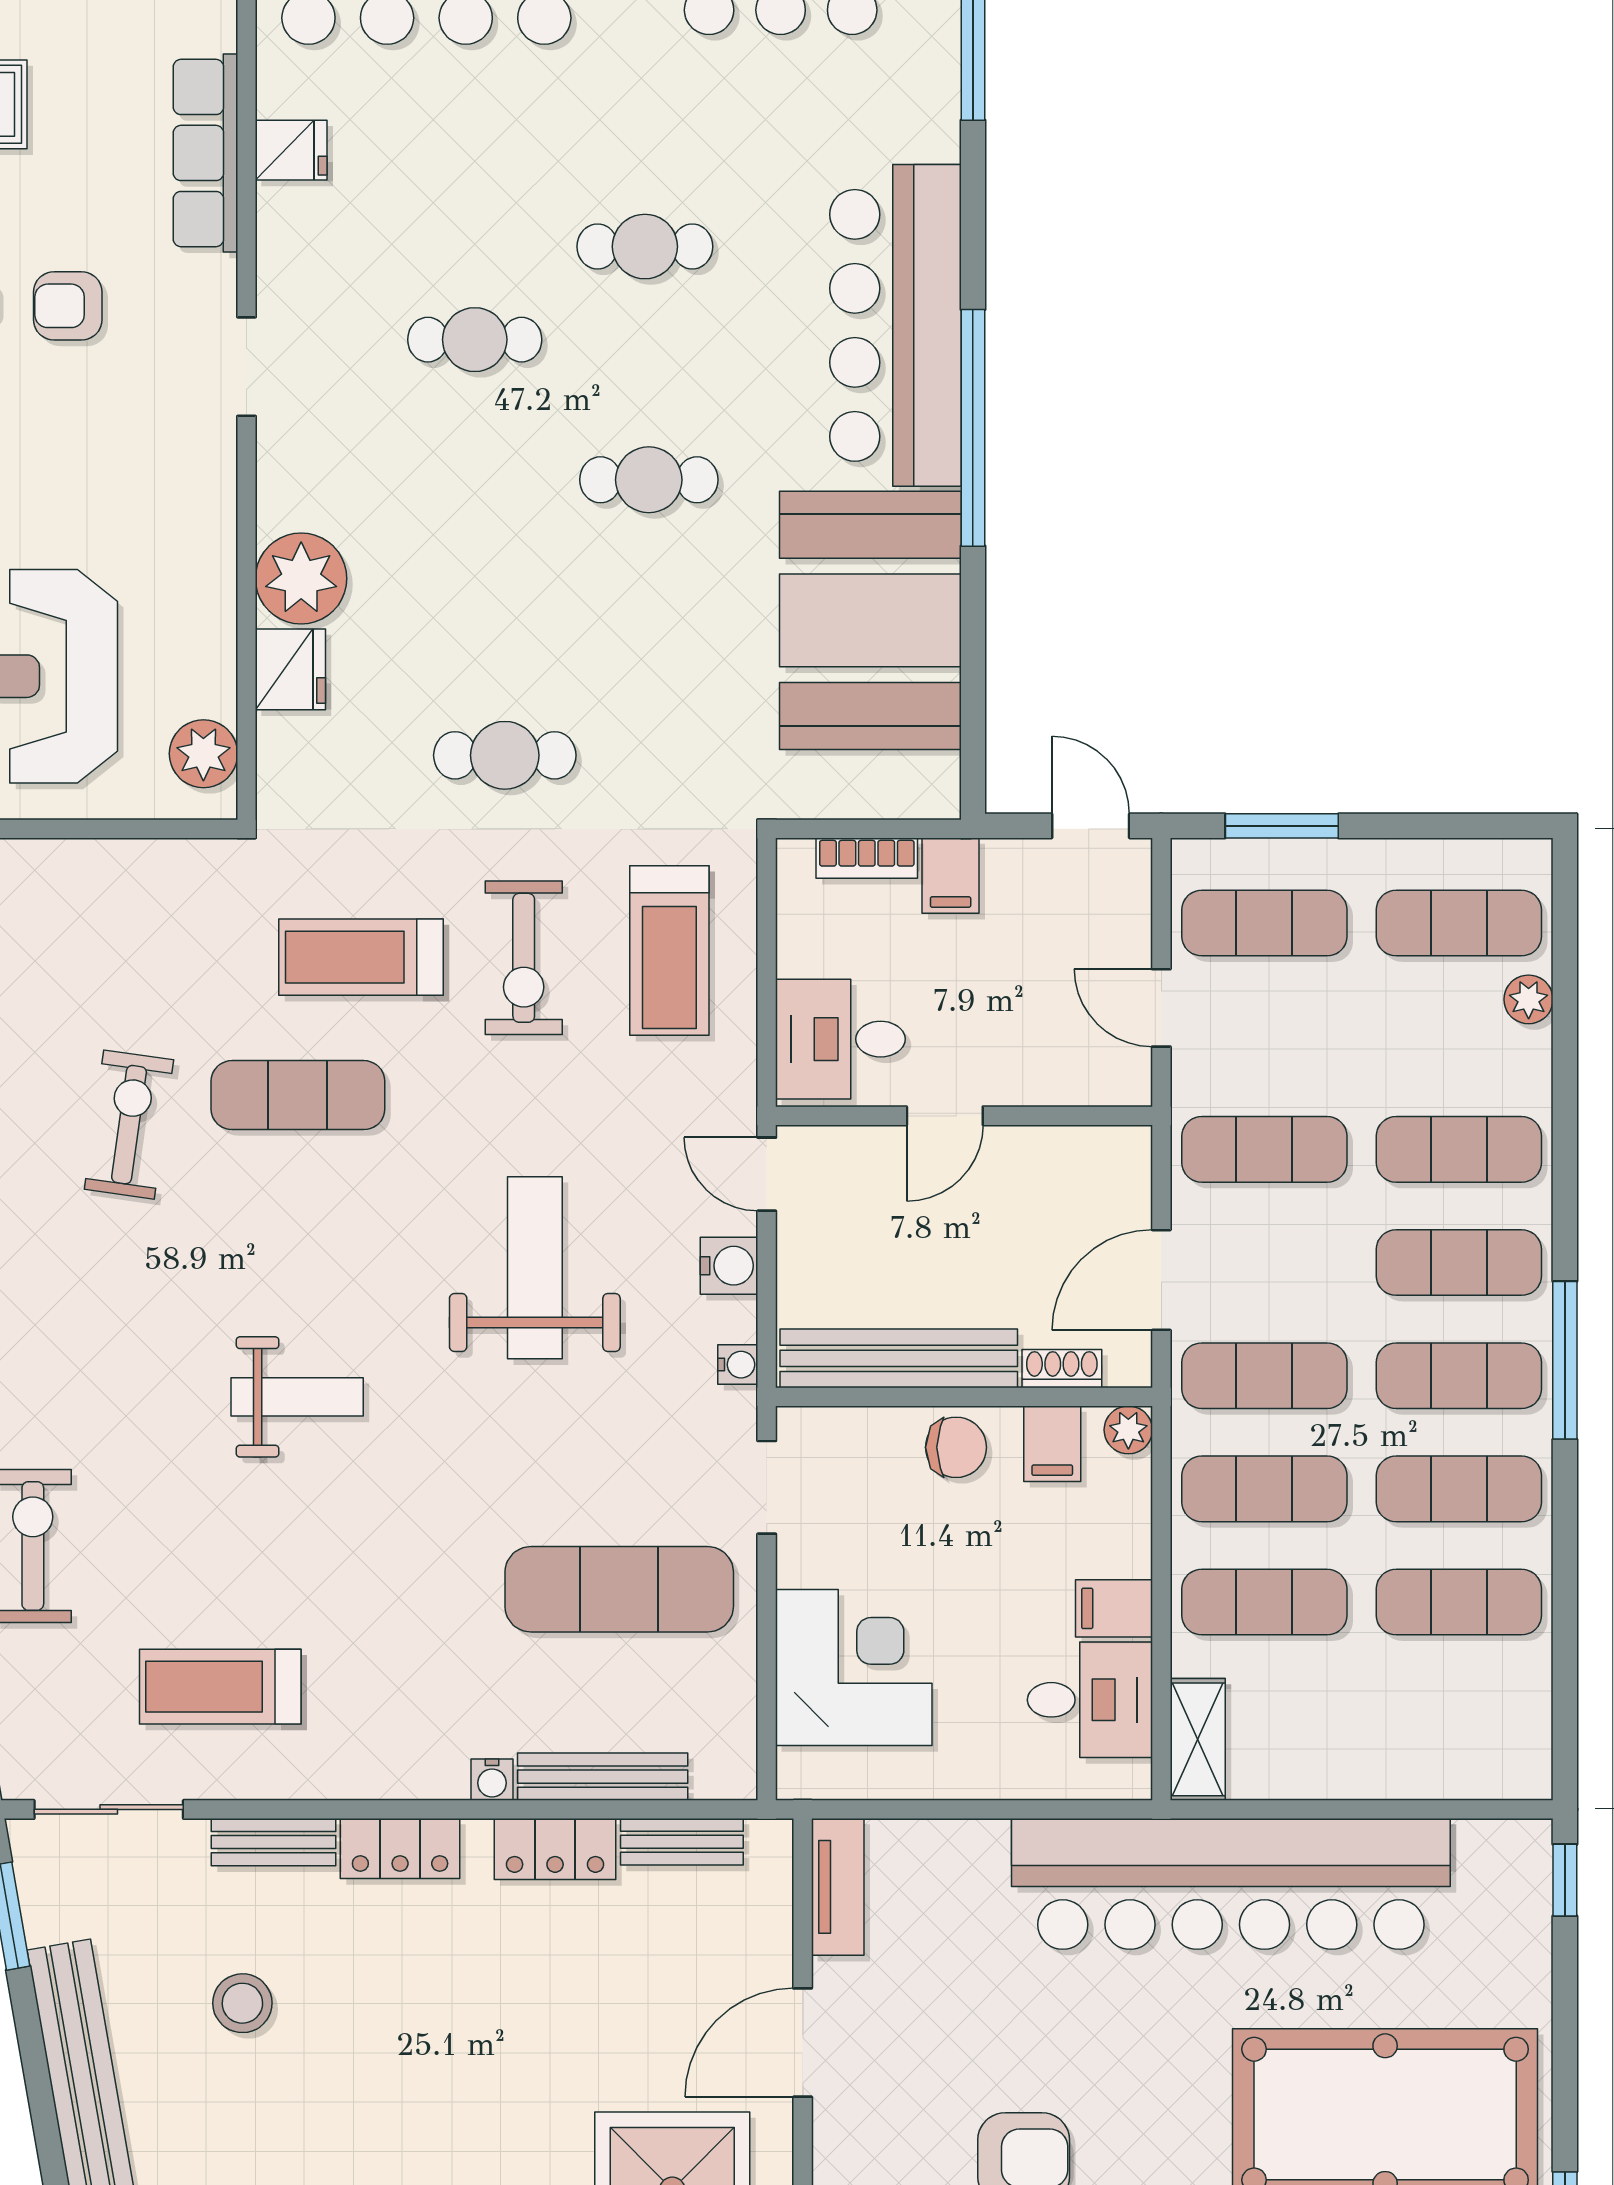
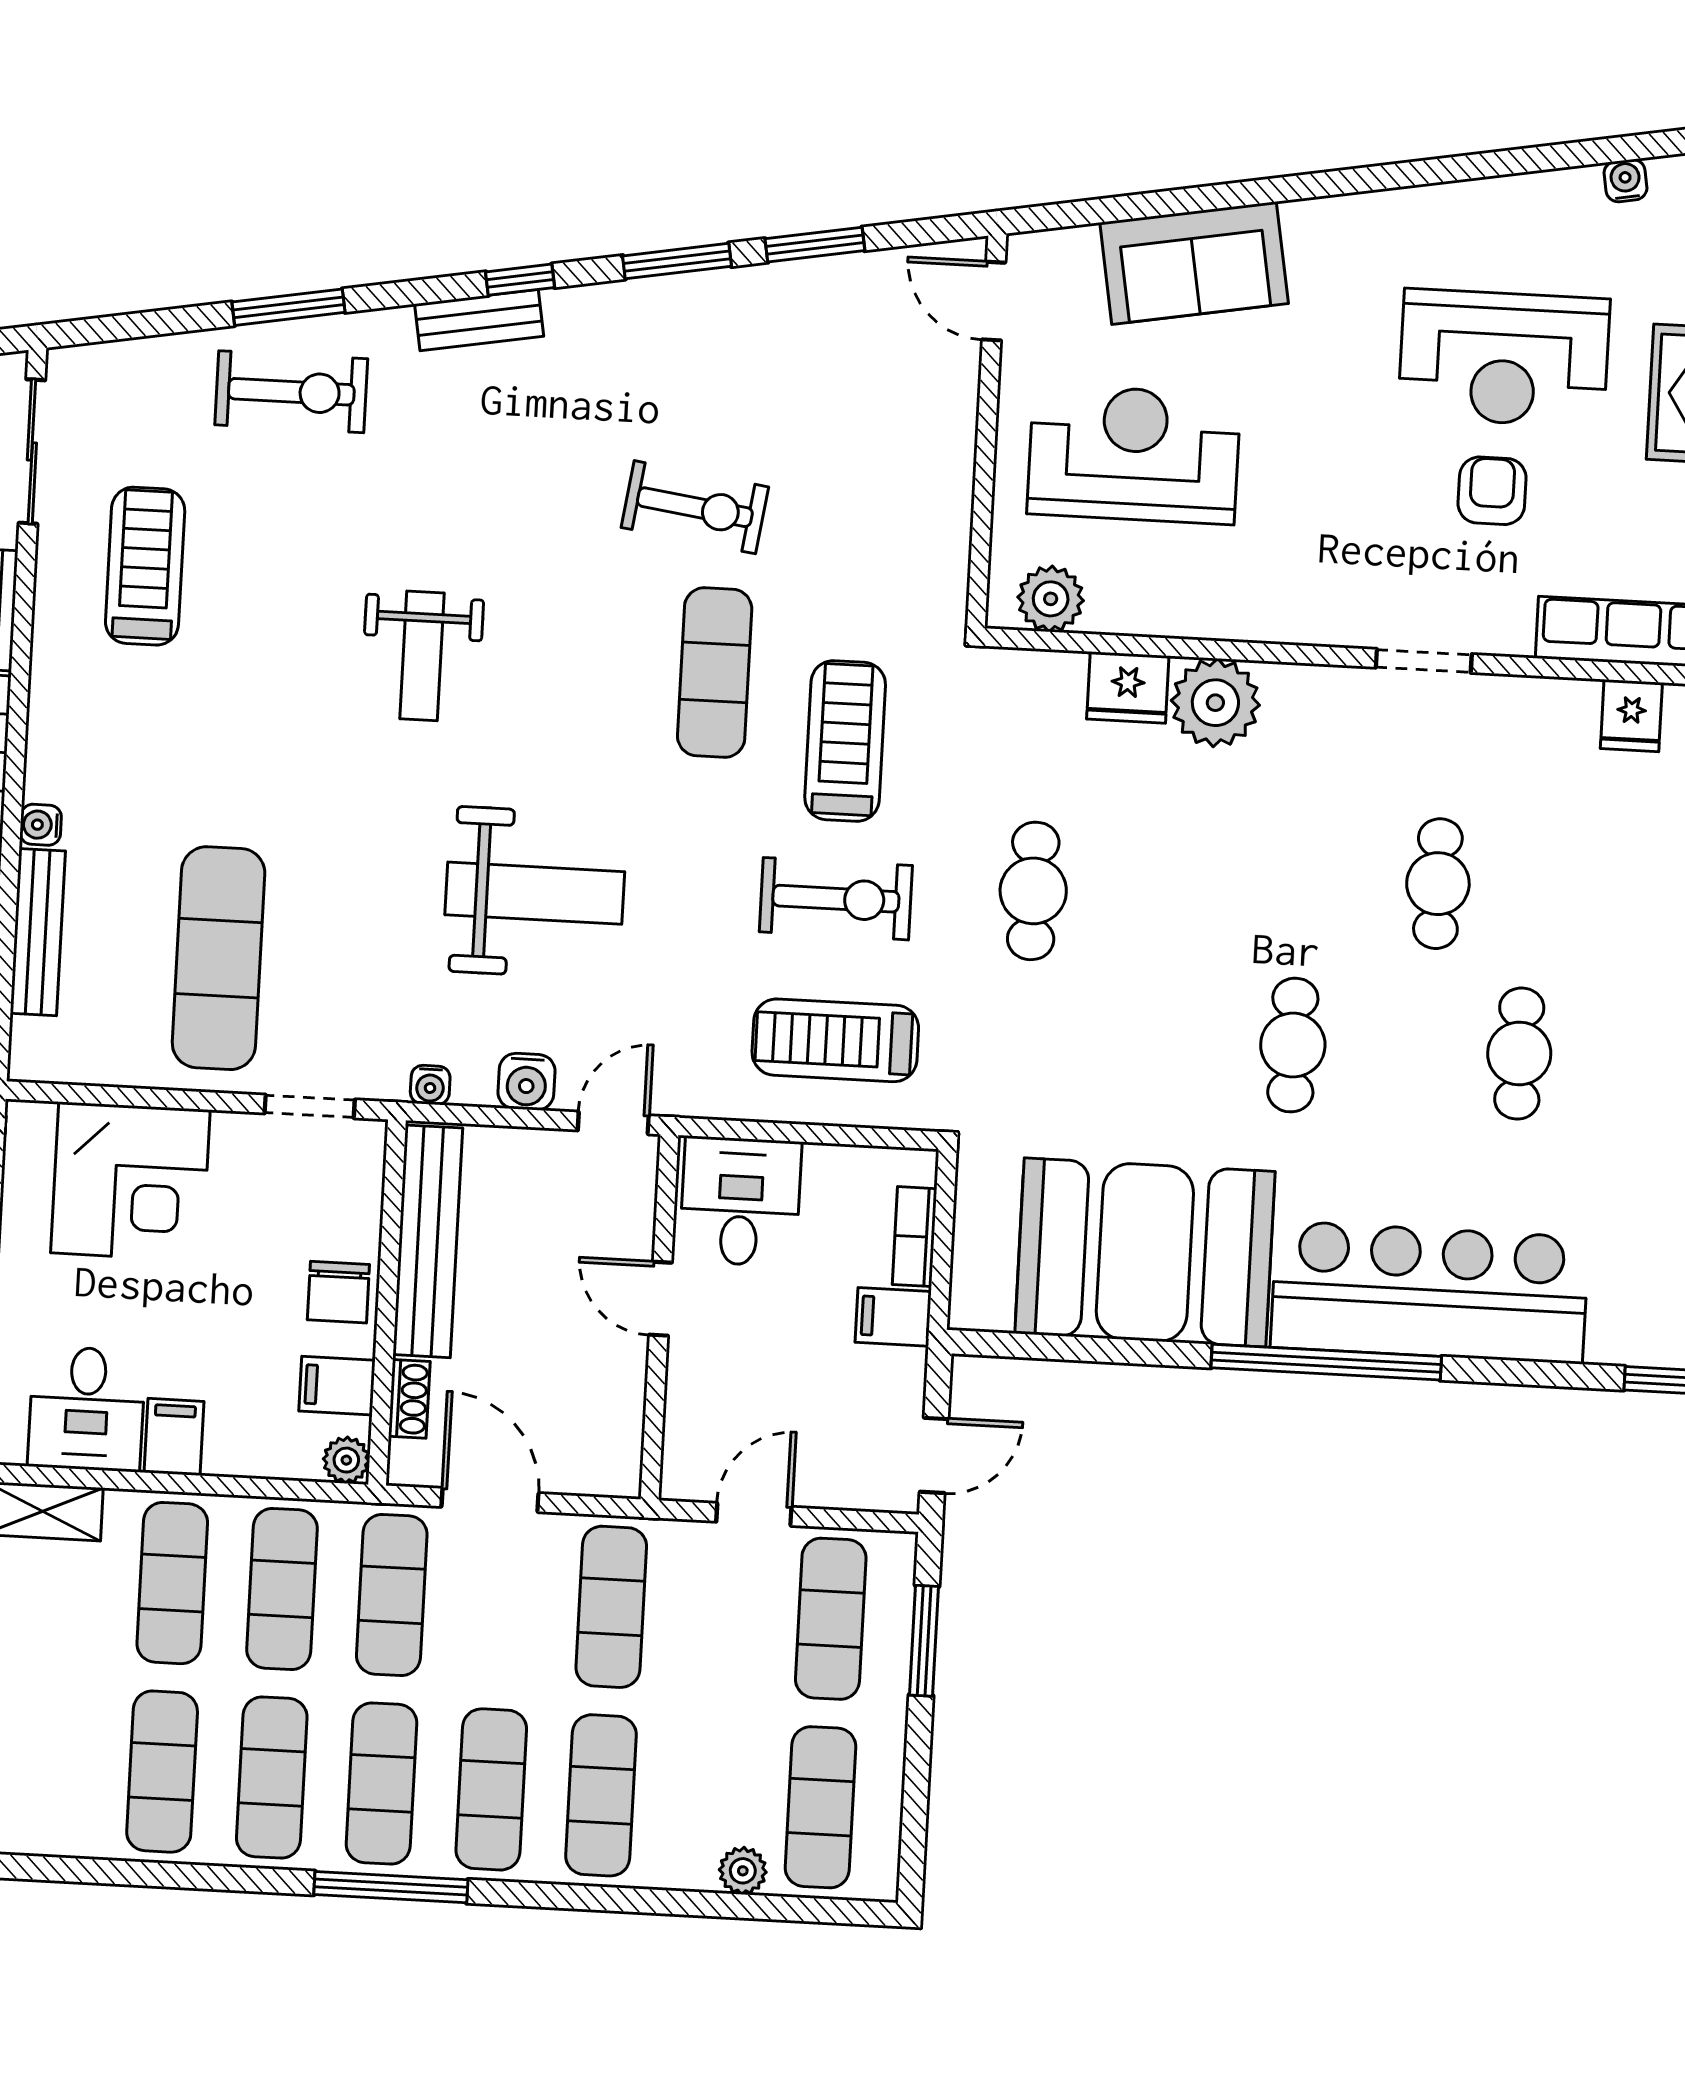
exercise bike: (524, 958) -> (836, 899), turned 180

